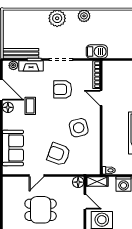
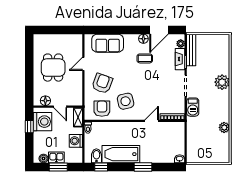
plant: (84, 16) -> (224, 127), moved
barbecue: (97, 52) -> (193, 107), moved
armchair: (63, 89) -> (102, 109), moved
door: (36, 175) -> (83, 64), hinge flipped
floor lamp: (78, 182) -> (45, 101), moved
door: (85, 202) -> (60, 107), hinge flipped

